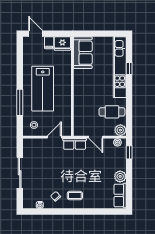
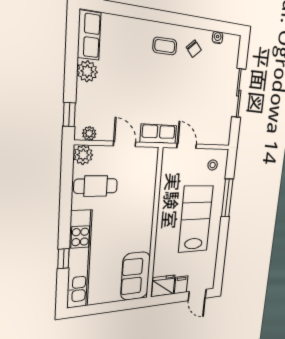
door: (54, 137) -> (187, 146), swing flipped

